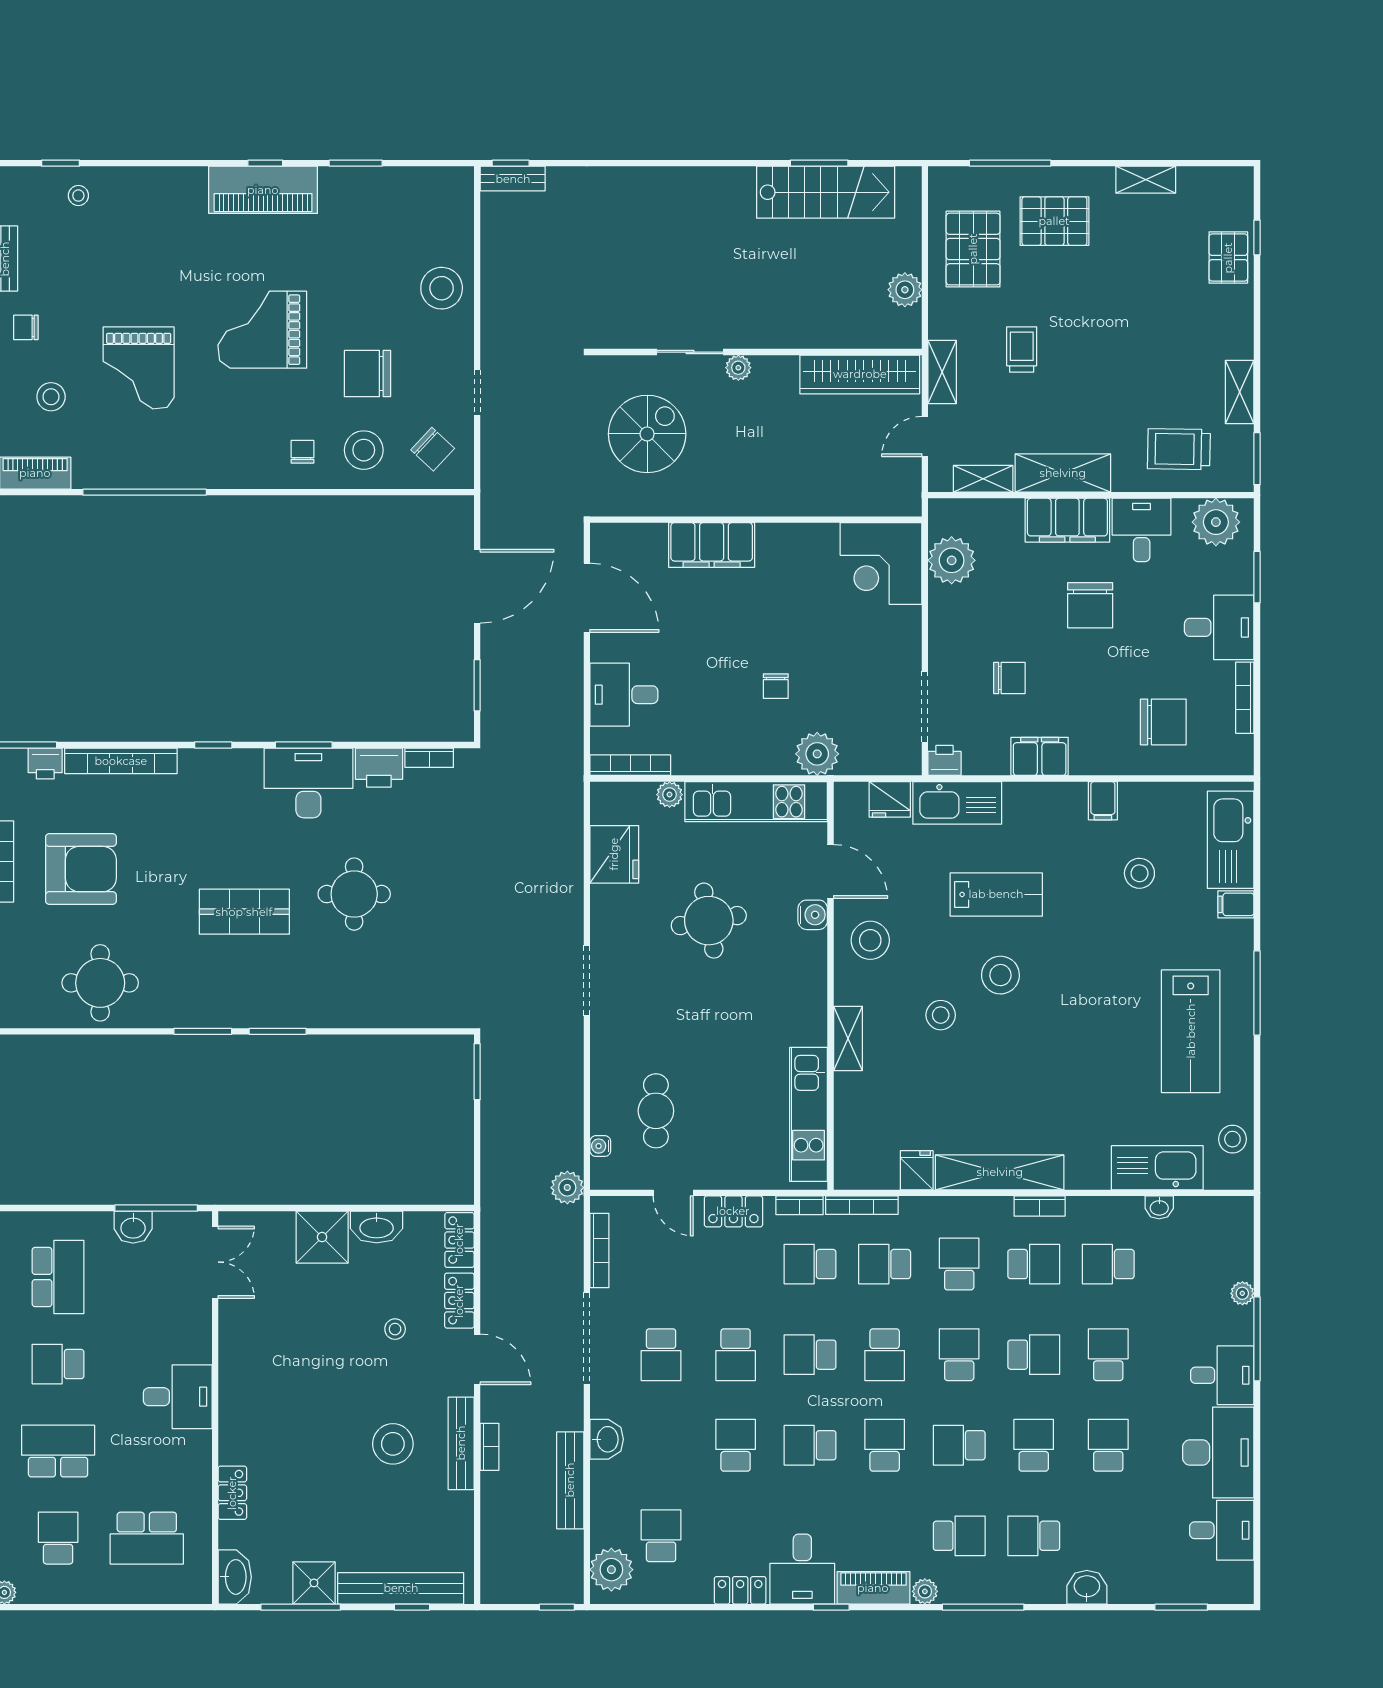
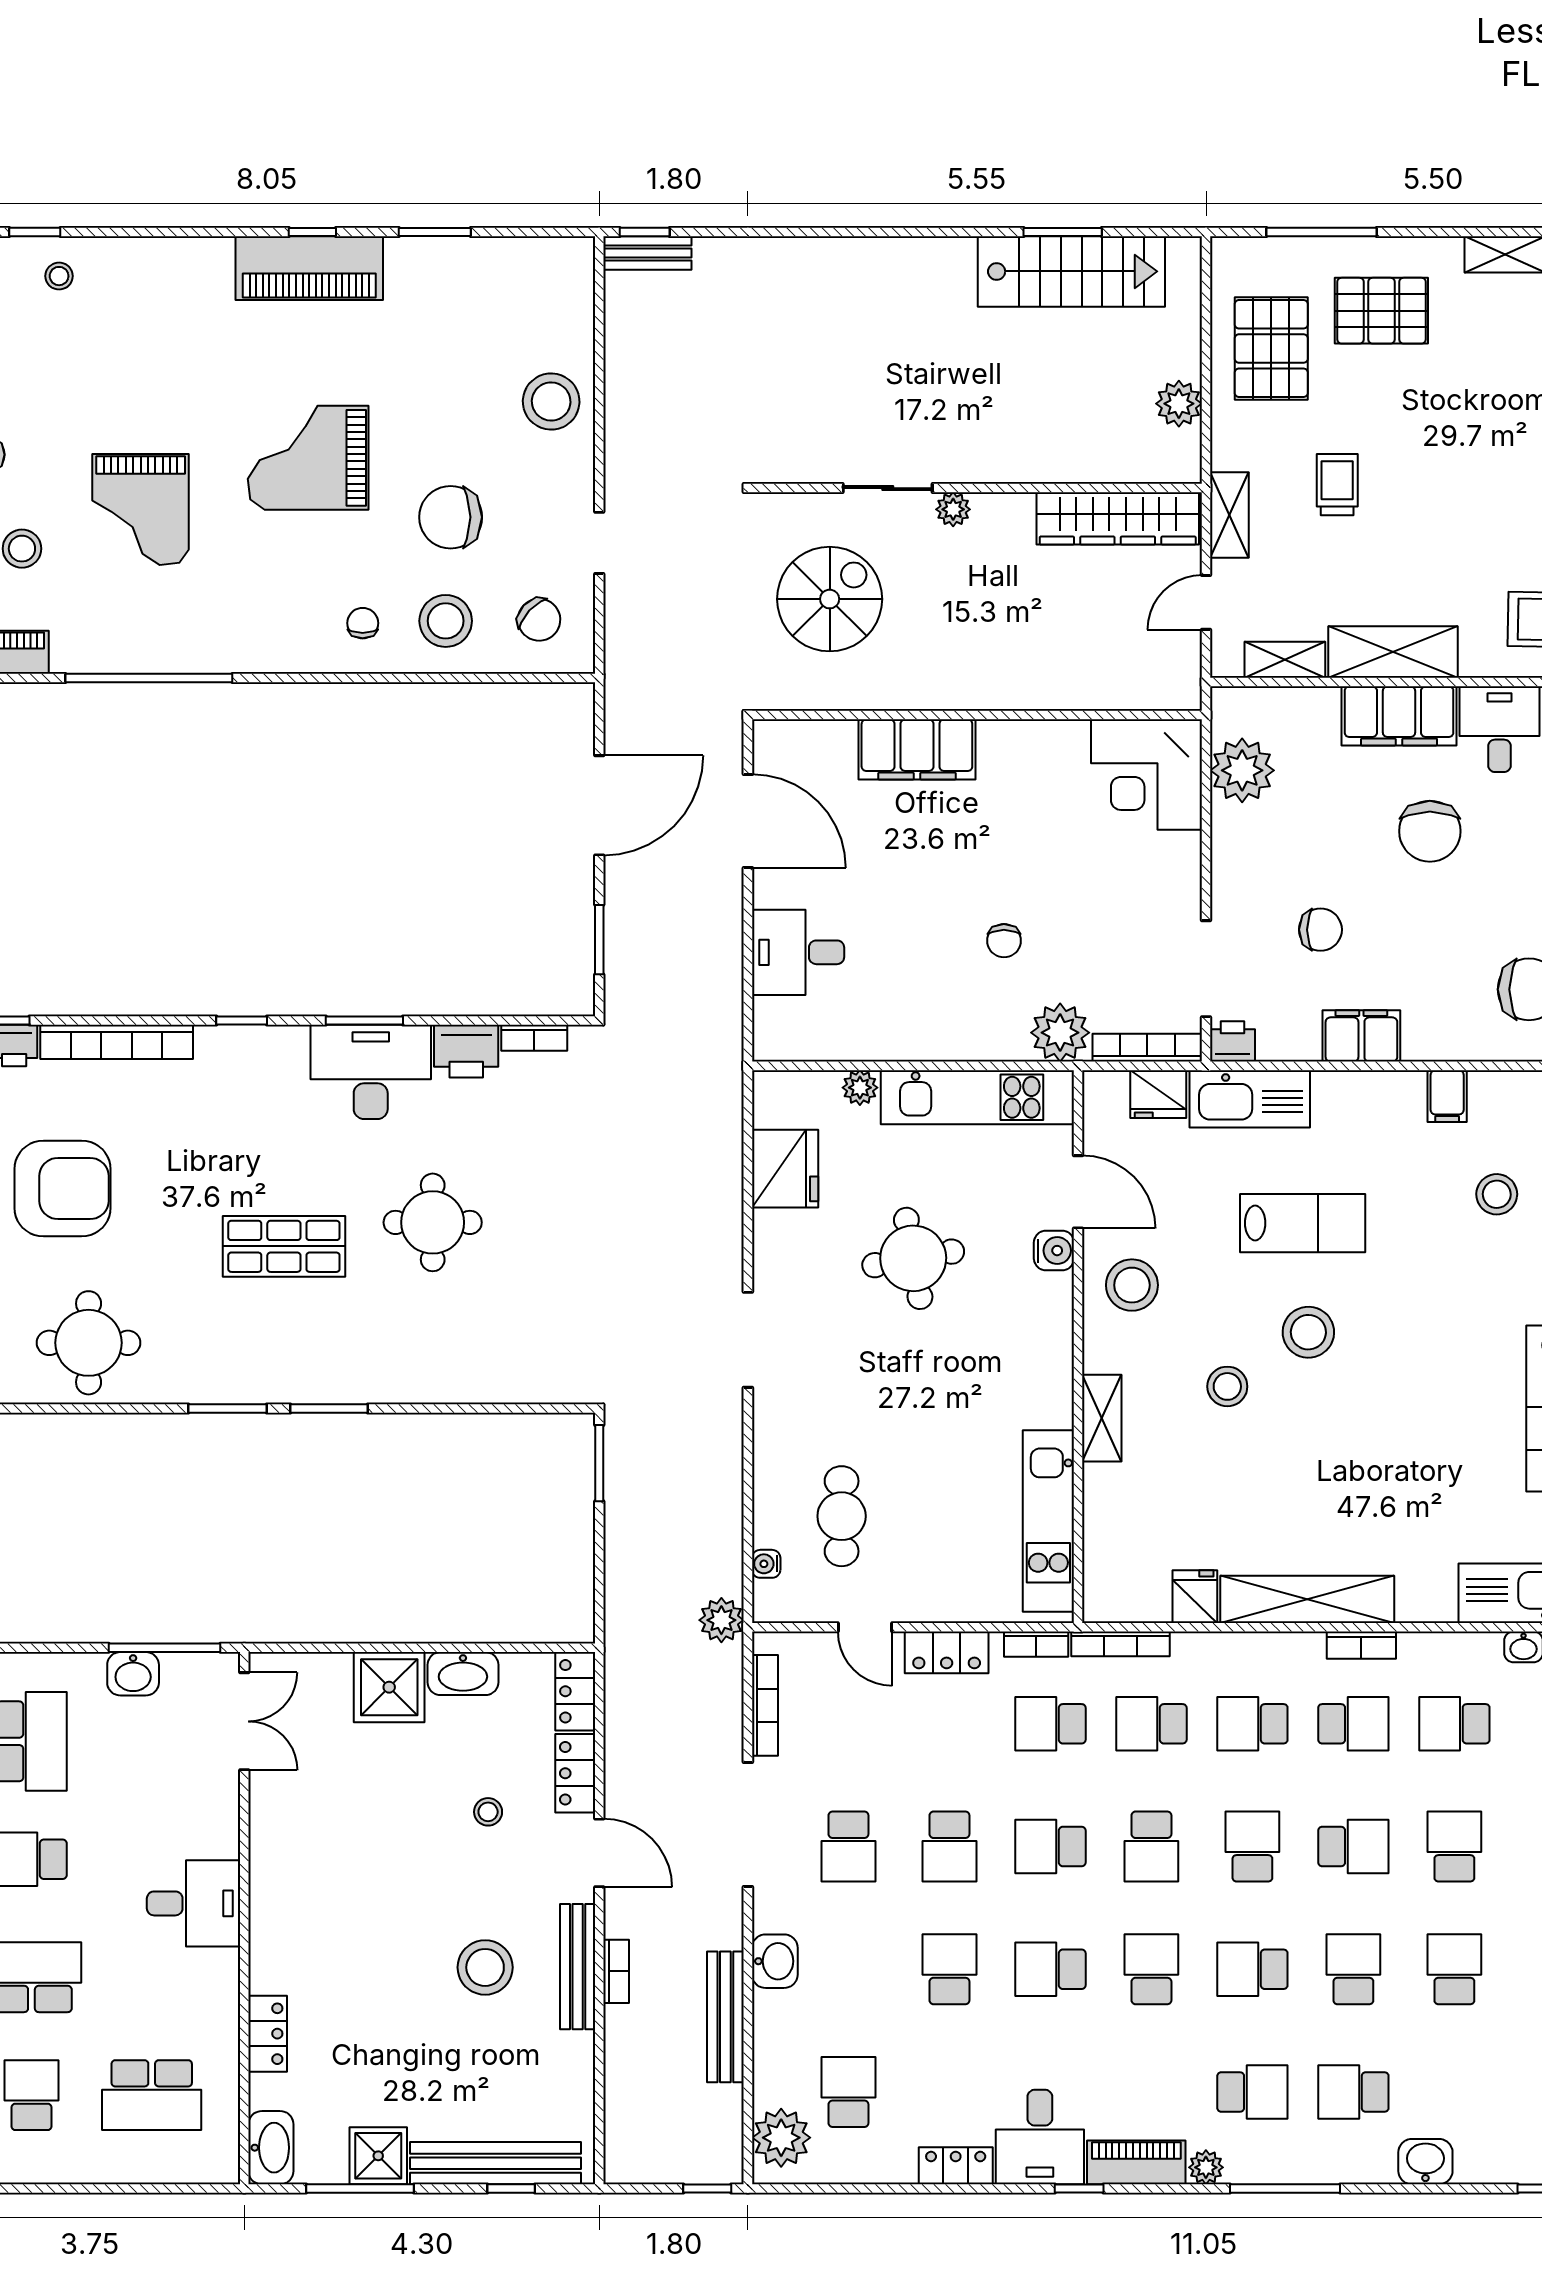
bookcase: (630, 765) -> (1147, 1048), moved
school desk: (959, 1264) -> (1252, 1724), turned -90

